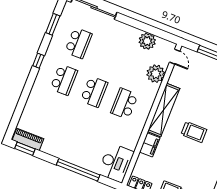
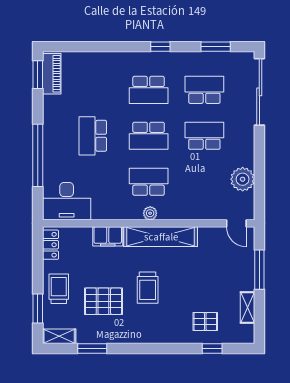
school desk: (78, 43) -> (204, 90), turned 180
school desk: (109, 55) -> (204, 136), added
door: (175, 57) -> (236, 223), hinge flipped
plant: (156, 74) -> (150, 213), moved, width x0.53, depth x0.53
school desk: (80, 129) -> (93, 136), added
pallet: (191, 165) -> (103, 301), added

